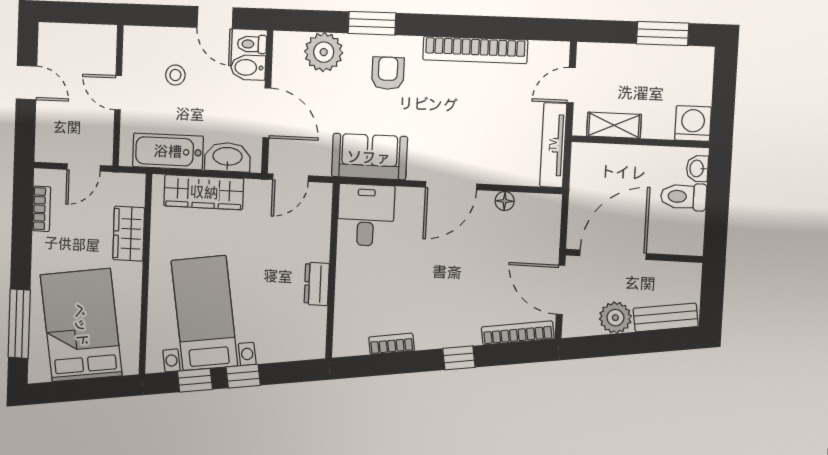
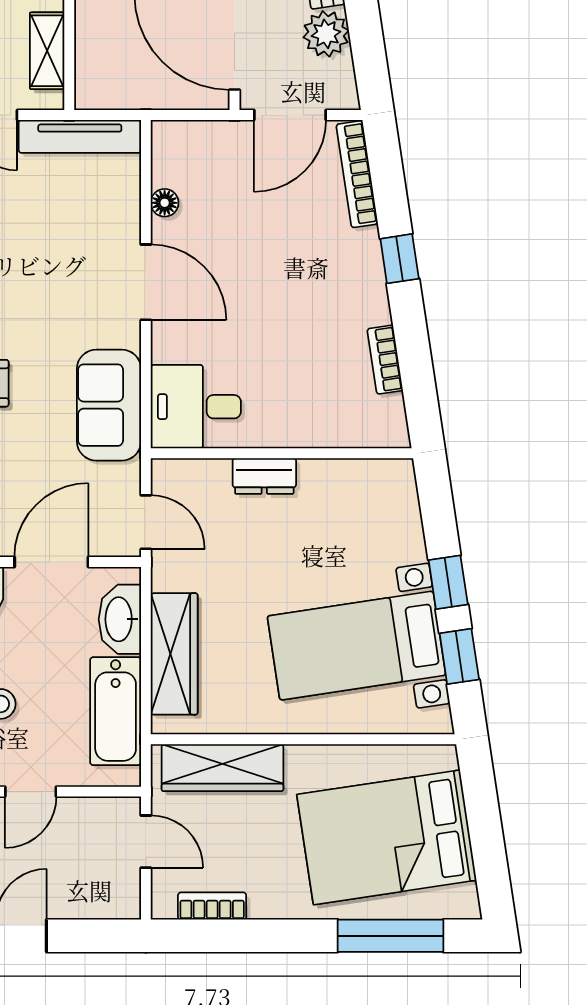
wardrobe: (129, 234) -> (222, 768), width x1.50
dresser: (317, 284) -> (264, 476), moved

